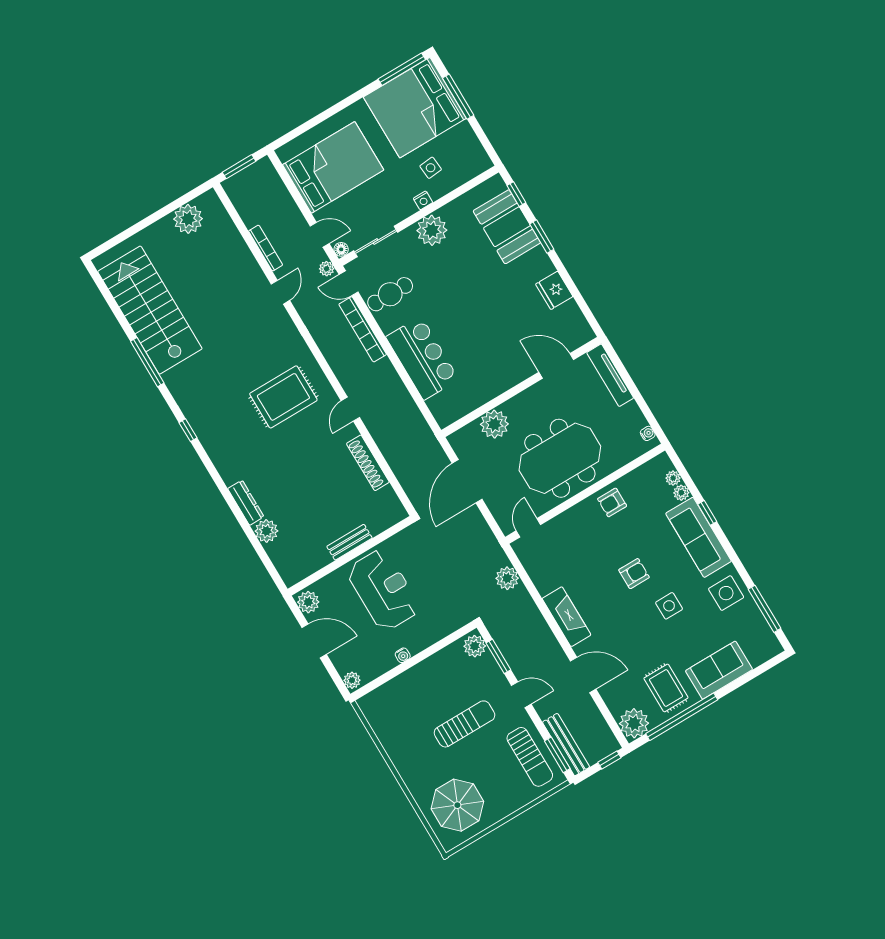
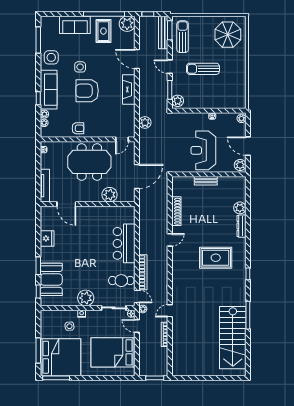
plant: (188, 219) -> (191, 368), removed
rug: (283, 397) -> (216, 258), moved
armchair: (634, 574) -> (87, 91), width x1.88, depth x1.88

